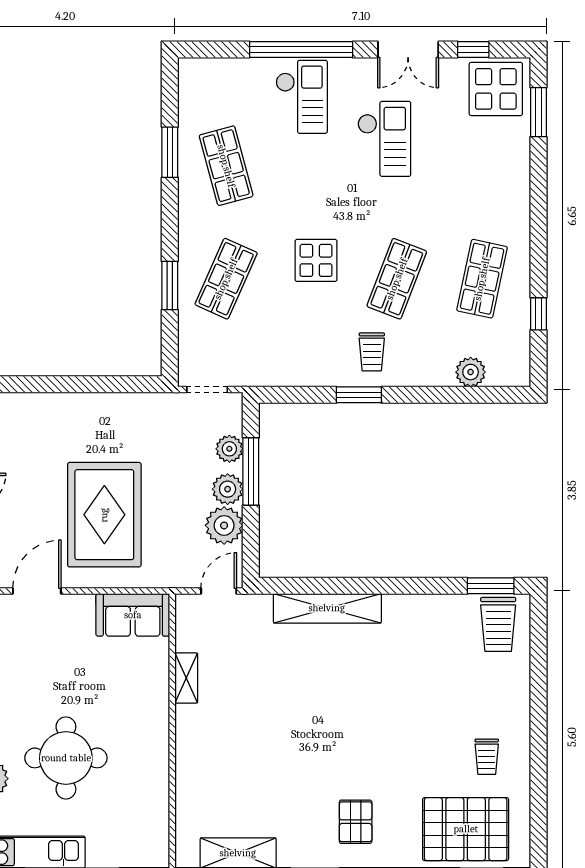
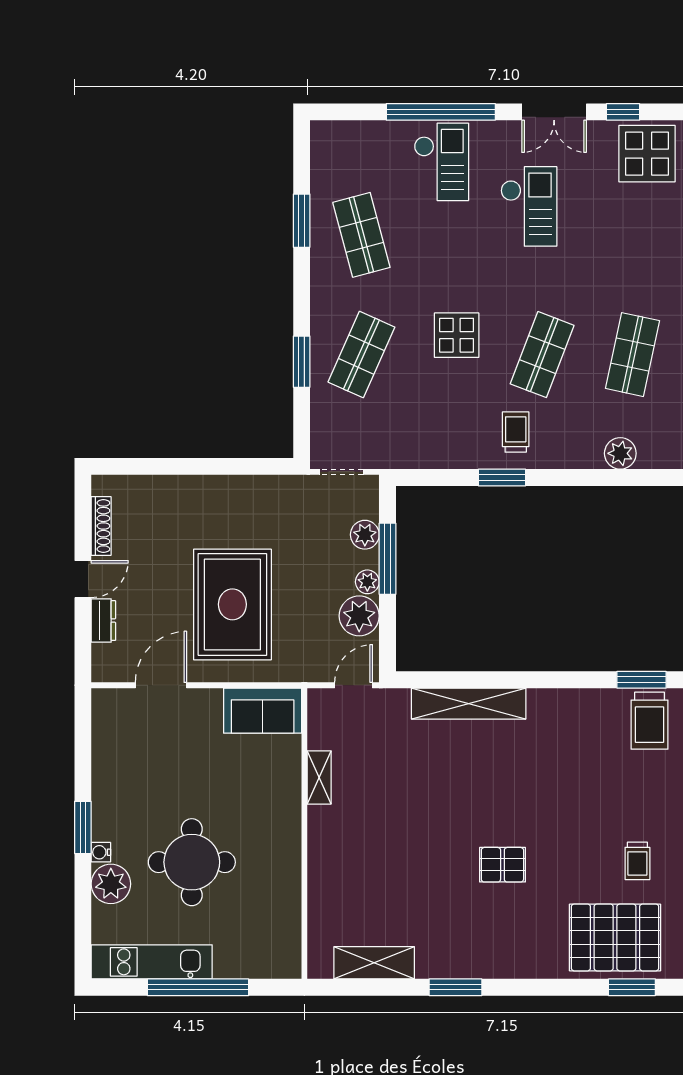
trolley: (372, 352) -> (516, 432), turned 180
plant: (228, 489) -> (367, 582), width x0.73, depth x0.73
pallet: (356, 822) -> (502, 865), moved, turned 90

